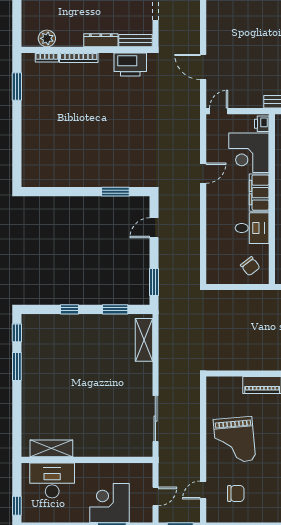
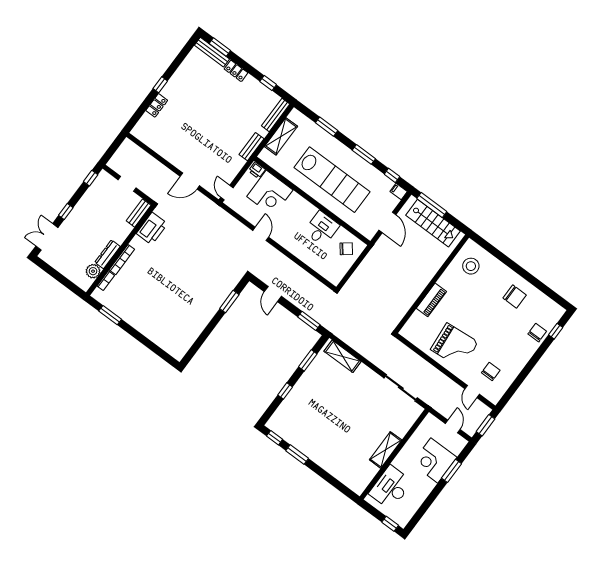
dresser: (101, 40) -> (108, 254), moved
filing cabinet: (259, 193) -> (301, 206), removed
shelving: (51, 448) -> (386, 450), moved

